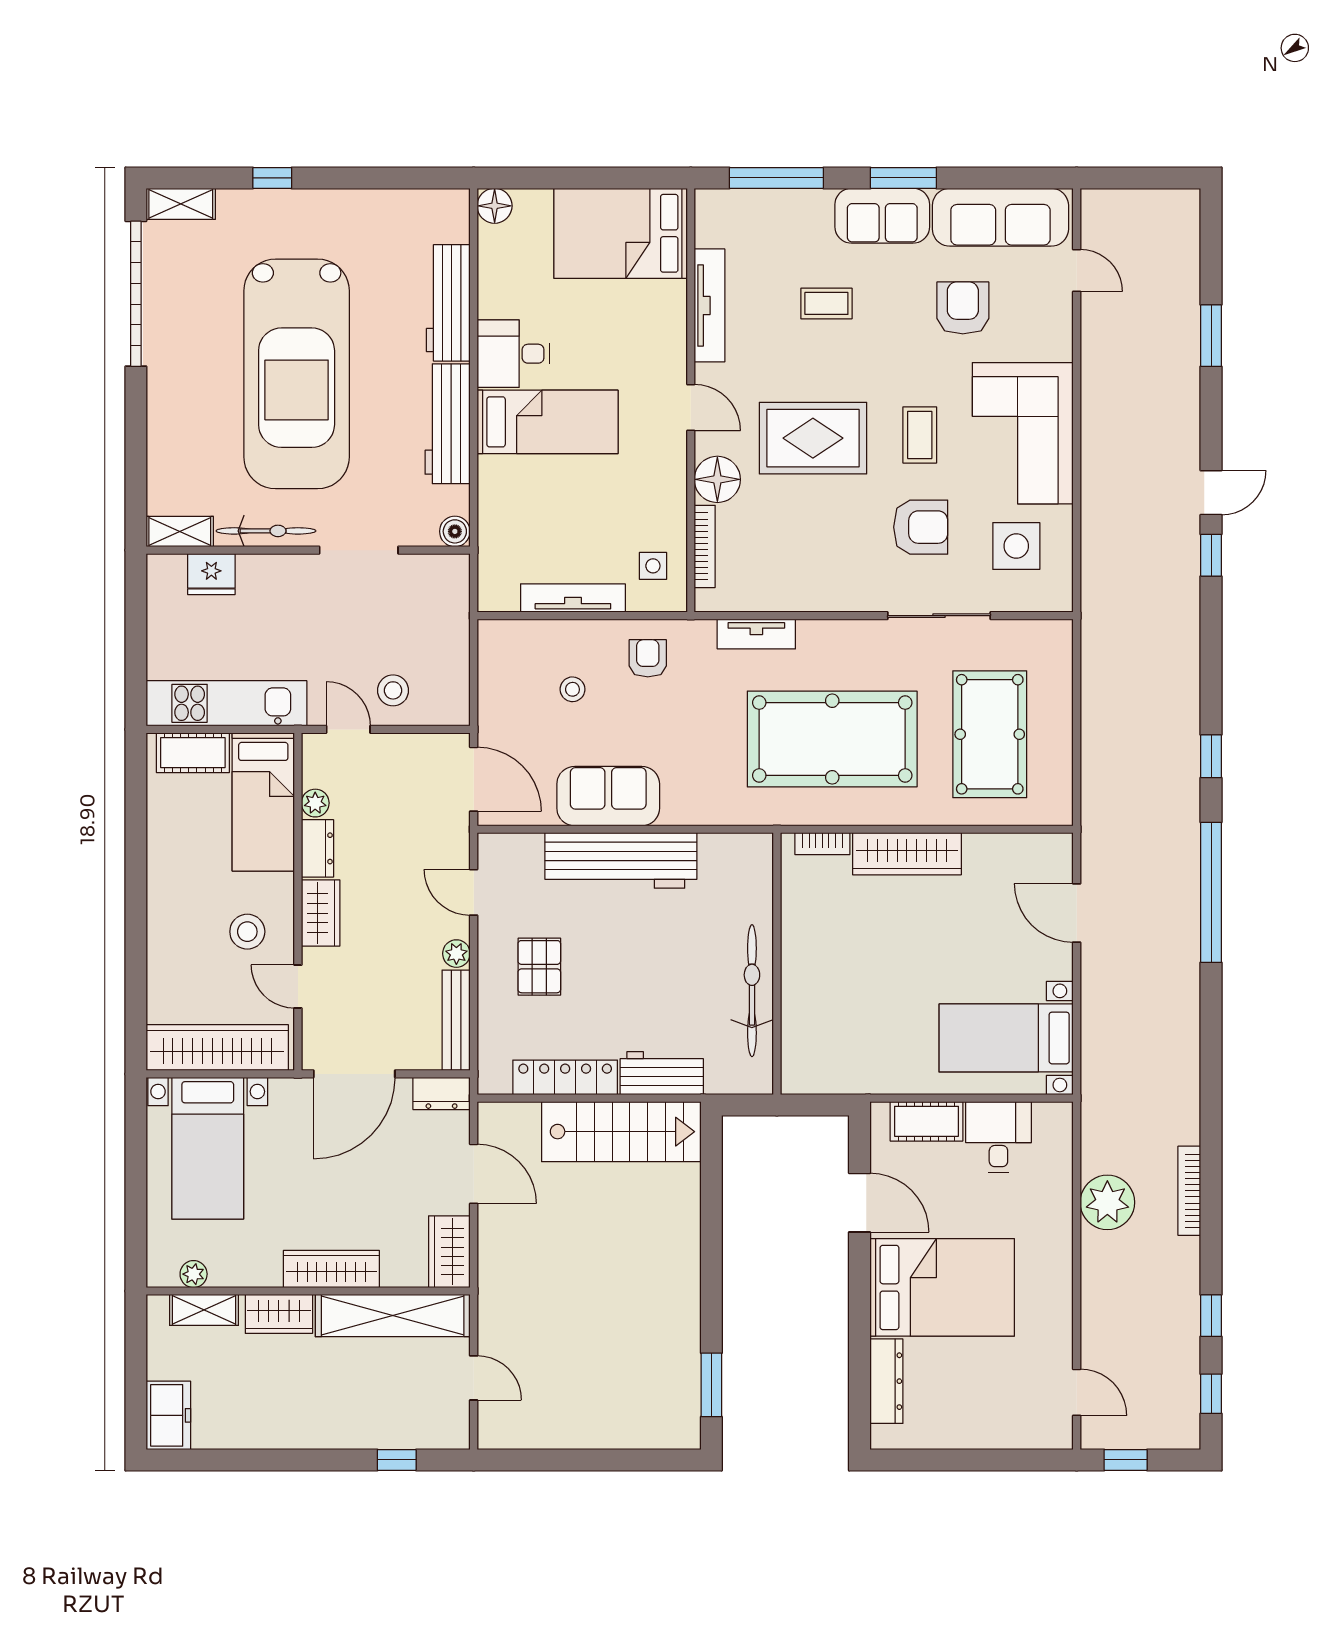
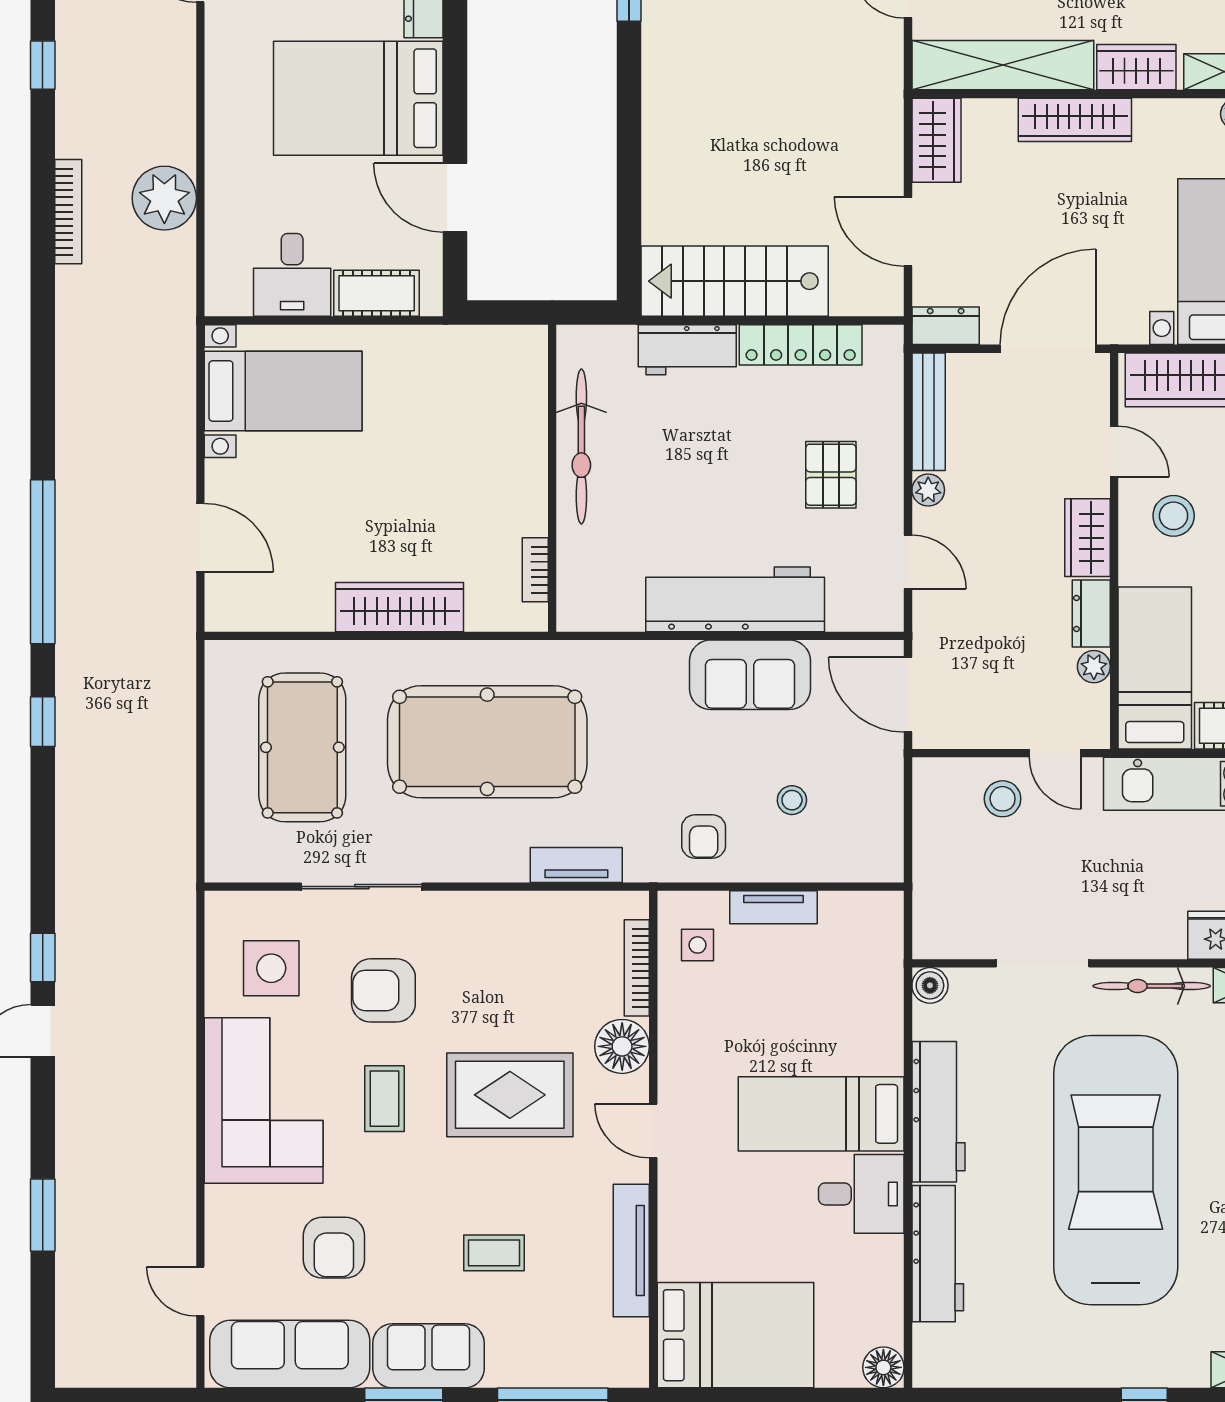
tv unit: (573, 598) -> (774, 907), width x0.71
bookcase: (822, 844) -> (535, 570), moved, turned -90

